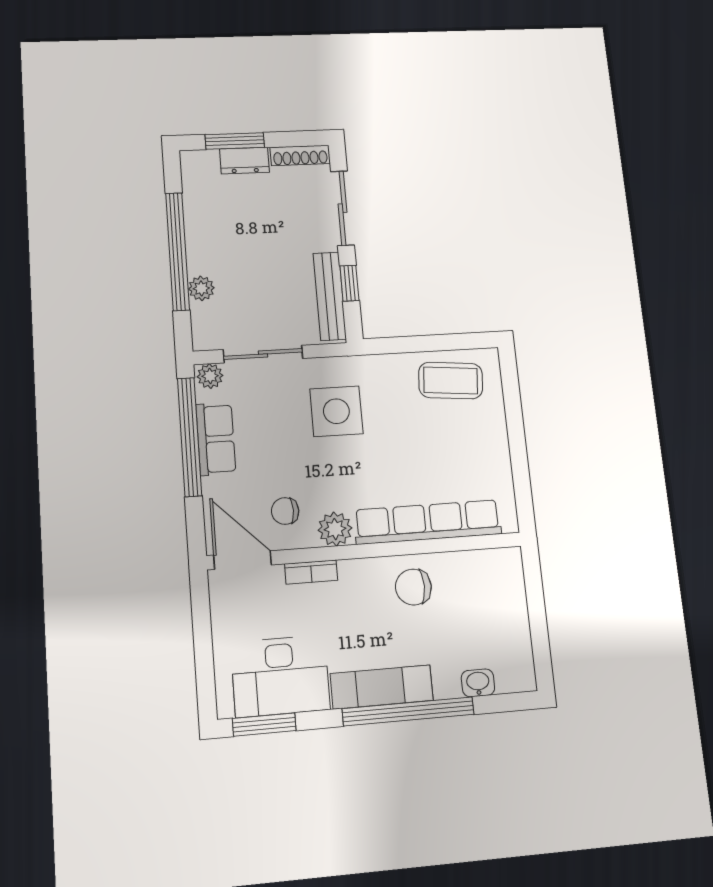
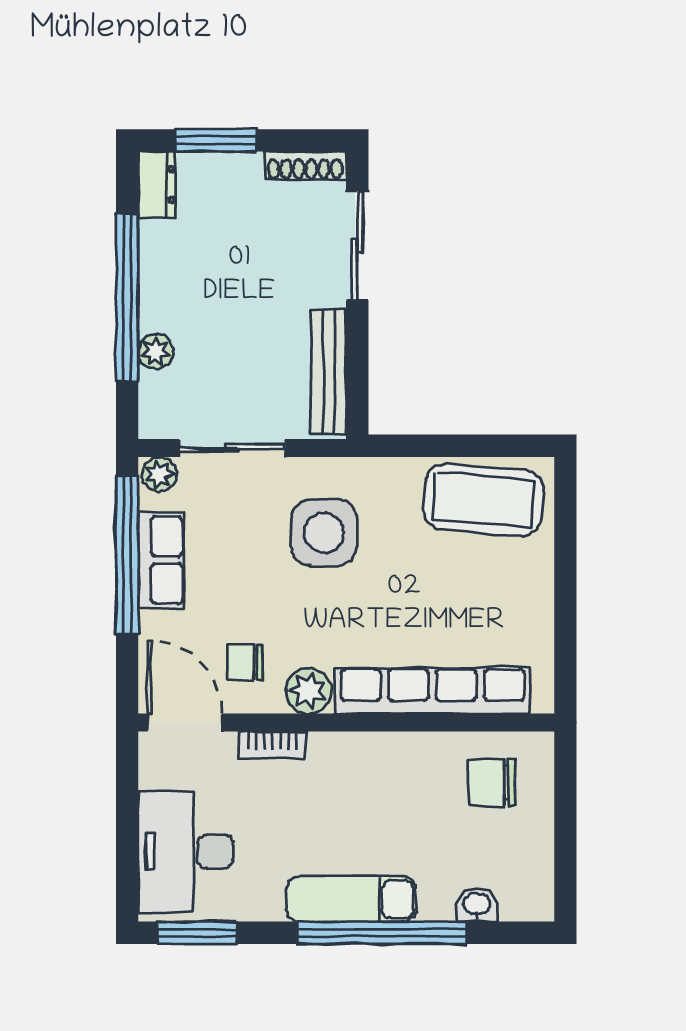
dresser: (245, 161) -> (157, 185), moved, turned -90
window: (349, 283) -> (357, 355), removed
coffee table: (451, 381) -> (483, 500), width x1.36, depth x1.32
chair: (413, 587) -> (492, 782), moved
desk: (280, 676) -> (186, 852), moved, turned 90

